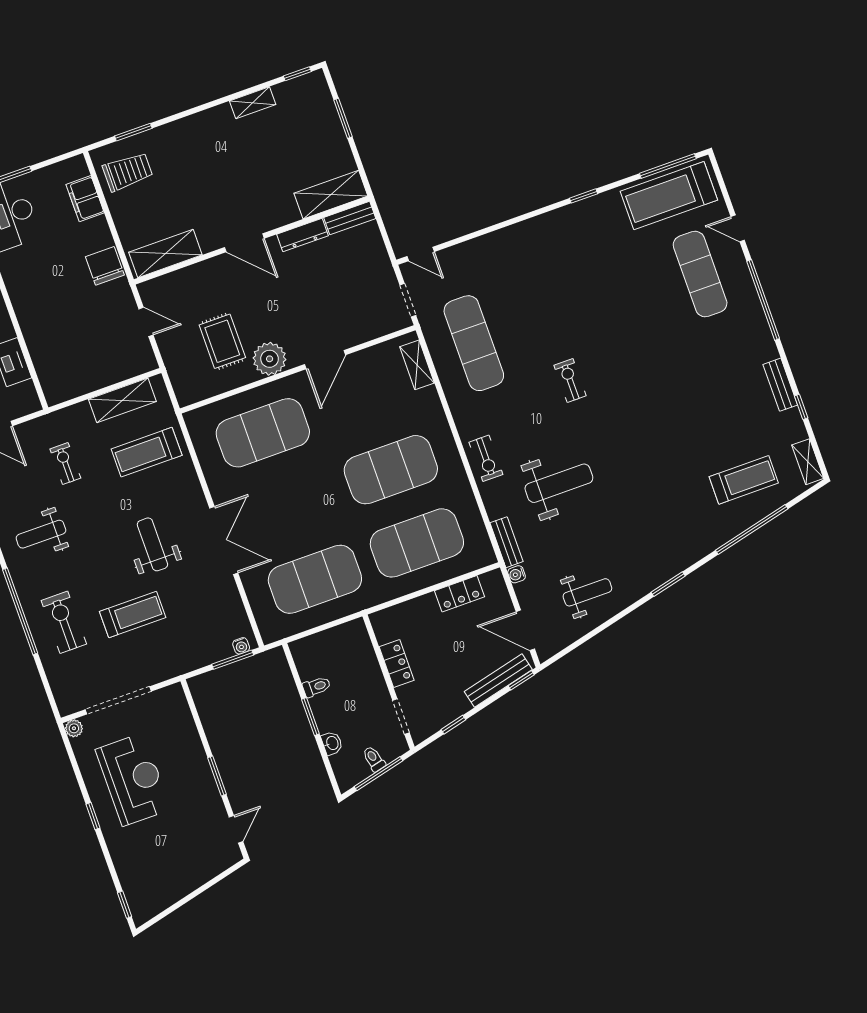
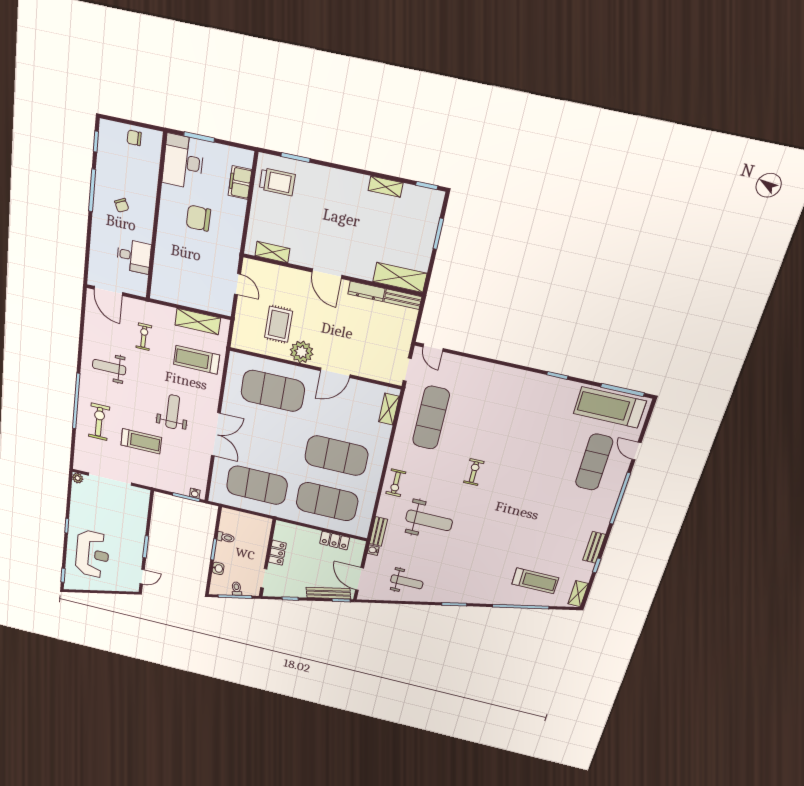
shelving: (165, 254) -> (272, 252), width x0.67, depth x0.75
chair: (105, 266) -> (198, 218), moved, turned -90
reception desk: (133, 779) -> (92, 554), moved

